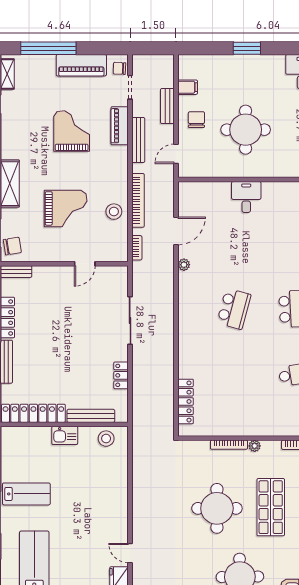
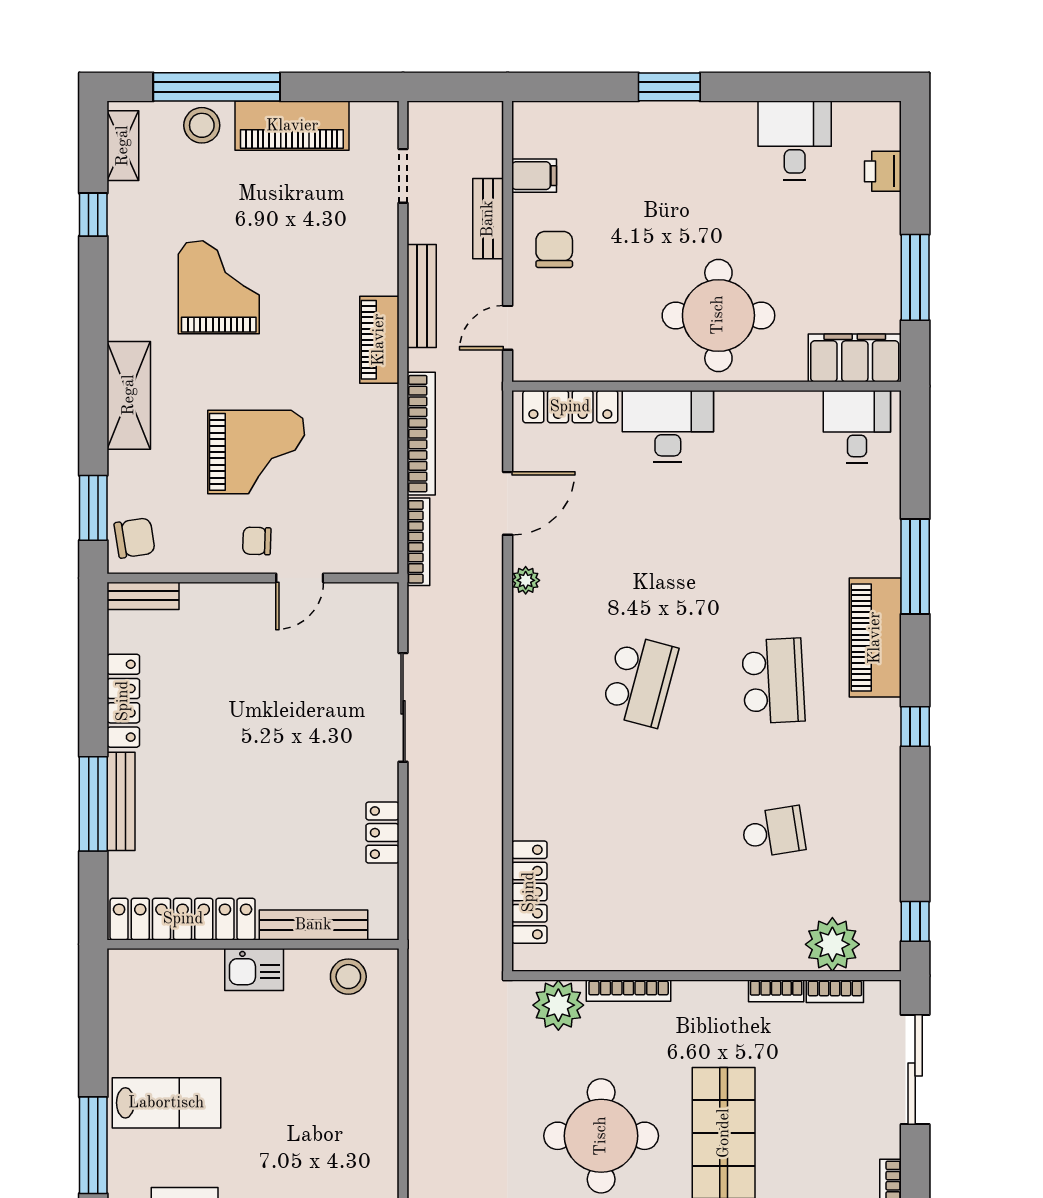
chair: (119, 68) -> (257, 541), moved
piano: (120, 126) -> (379, 340), moved
round table: (246, 130) -> (718, 315), moved
grand piano: (72, 131) -> (219, 287), moved
locker: (203, 189) -> (570, 407), added
desk: (246, 197) -> (668, 426), width x1.37
stool: (114, 212) -> (202, 125), moved
bookcase: (137, 248) -> (418, 542), width x1.56
plant: (255, 446) -> (558, 1005), moved, width x1.88, depth x1.88

